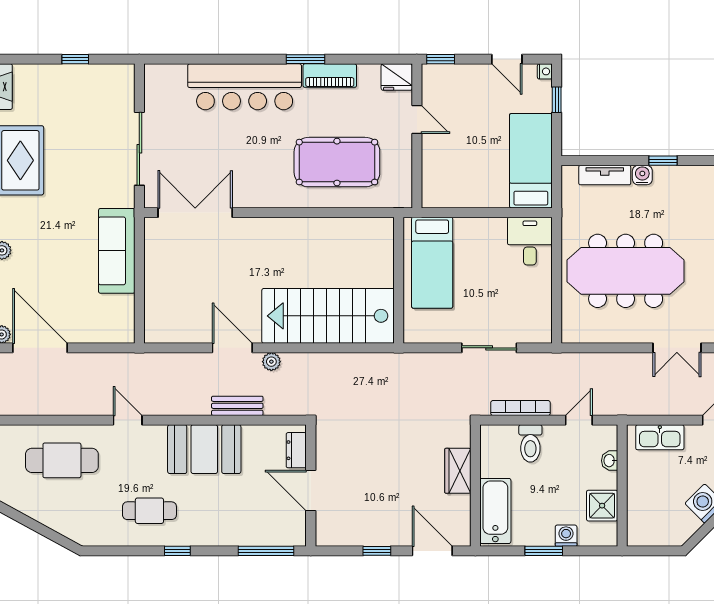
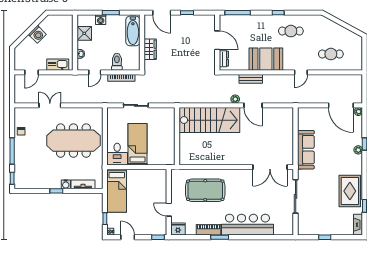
bed: (432, 263) -> (138, 144), moved
door: (128, 420) -> (301, 72), hinge flipped
cafe table: (62, 460) -> (331, 54), width x0.73, depth x0.74

